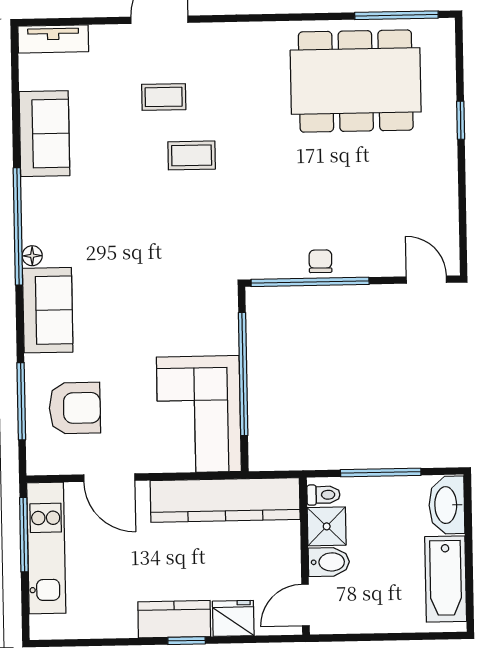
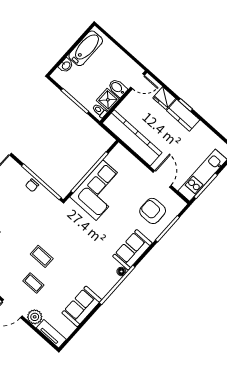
plant: (108, 42) -> (35, 317), added
corner sofa: (199, 414) -> (100, 190), moved
washbasin: (447, 505) -> (66, 65), width x0.52, depth x0.69

